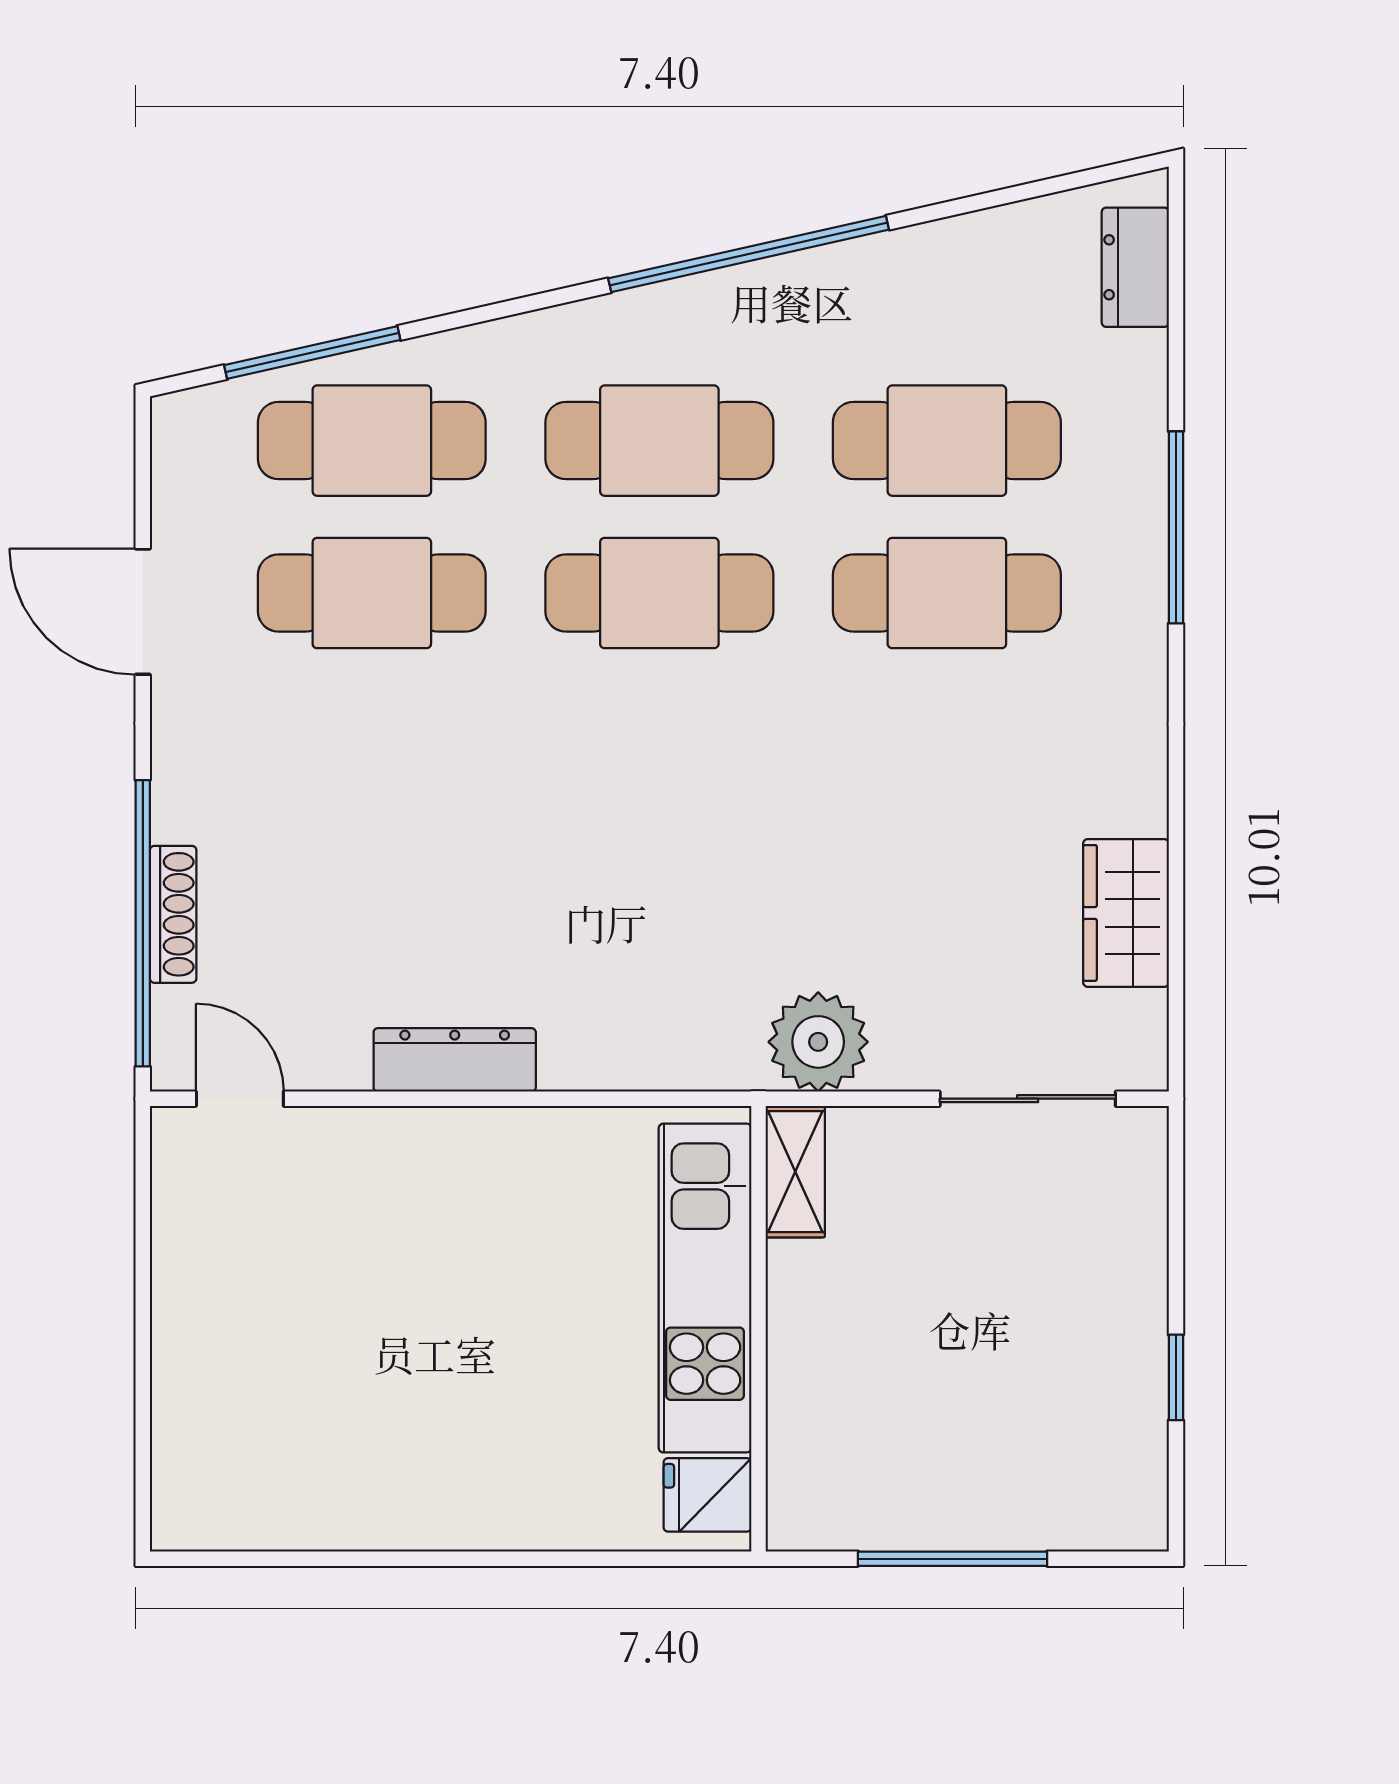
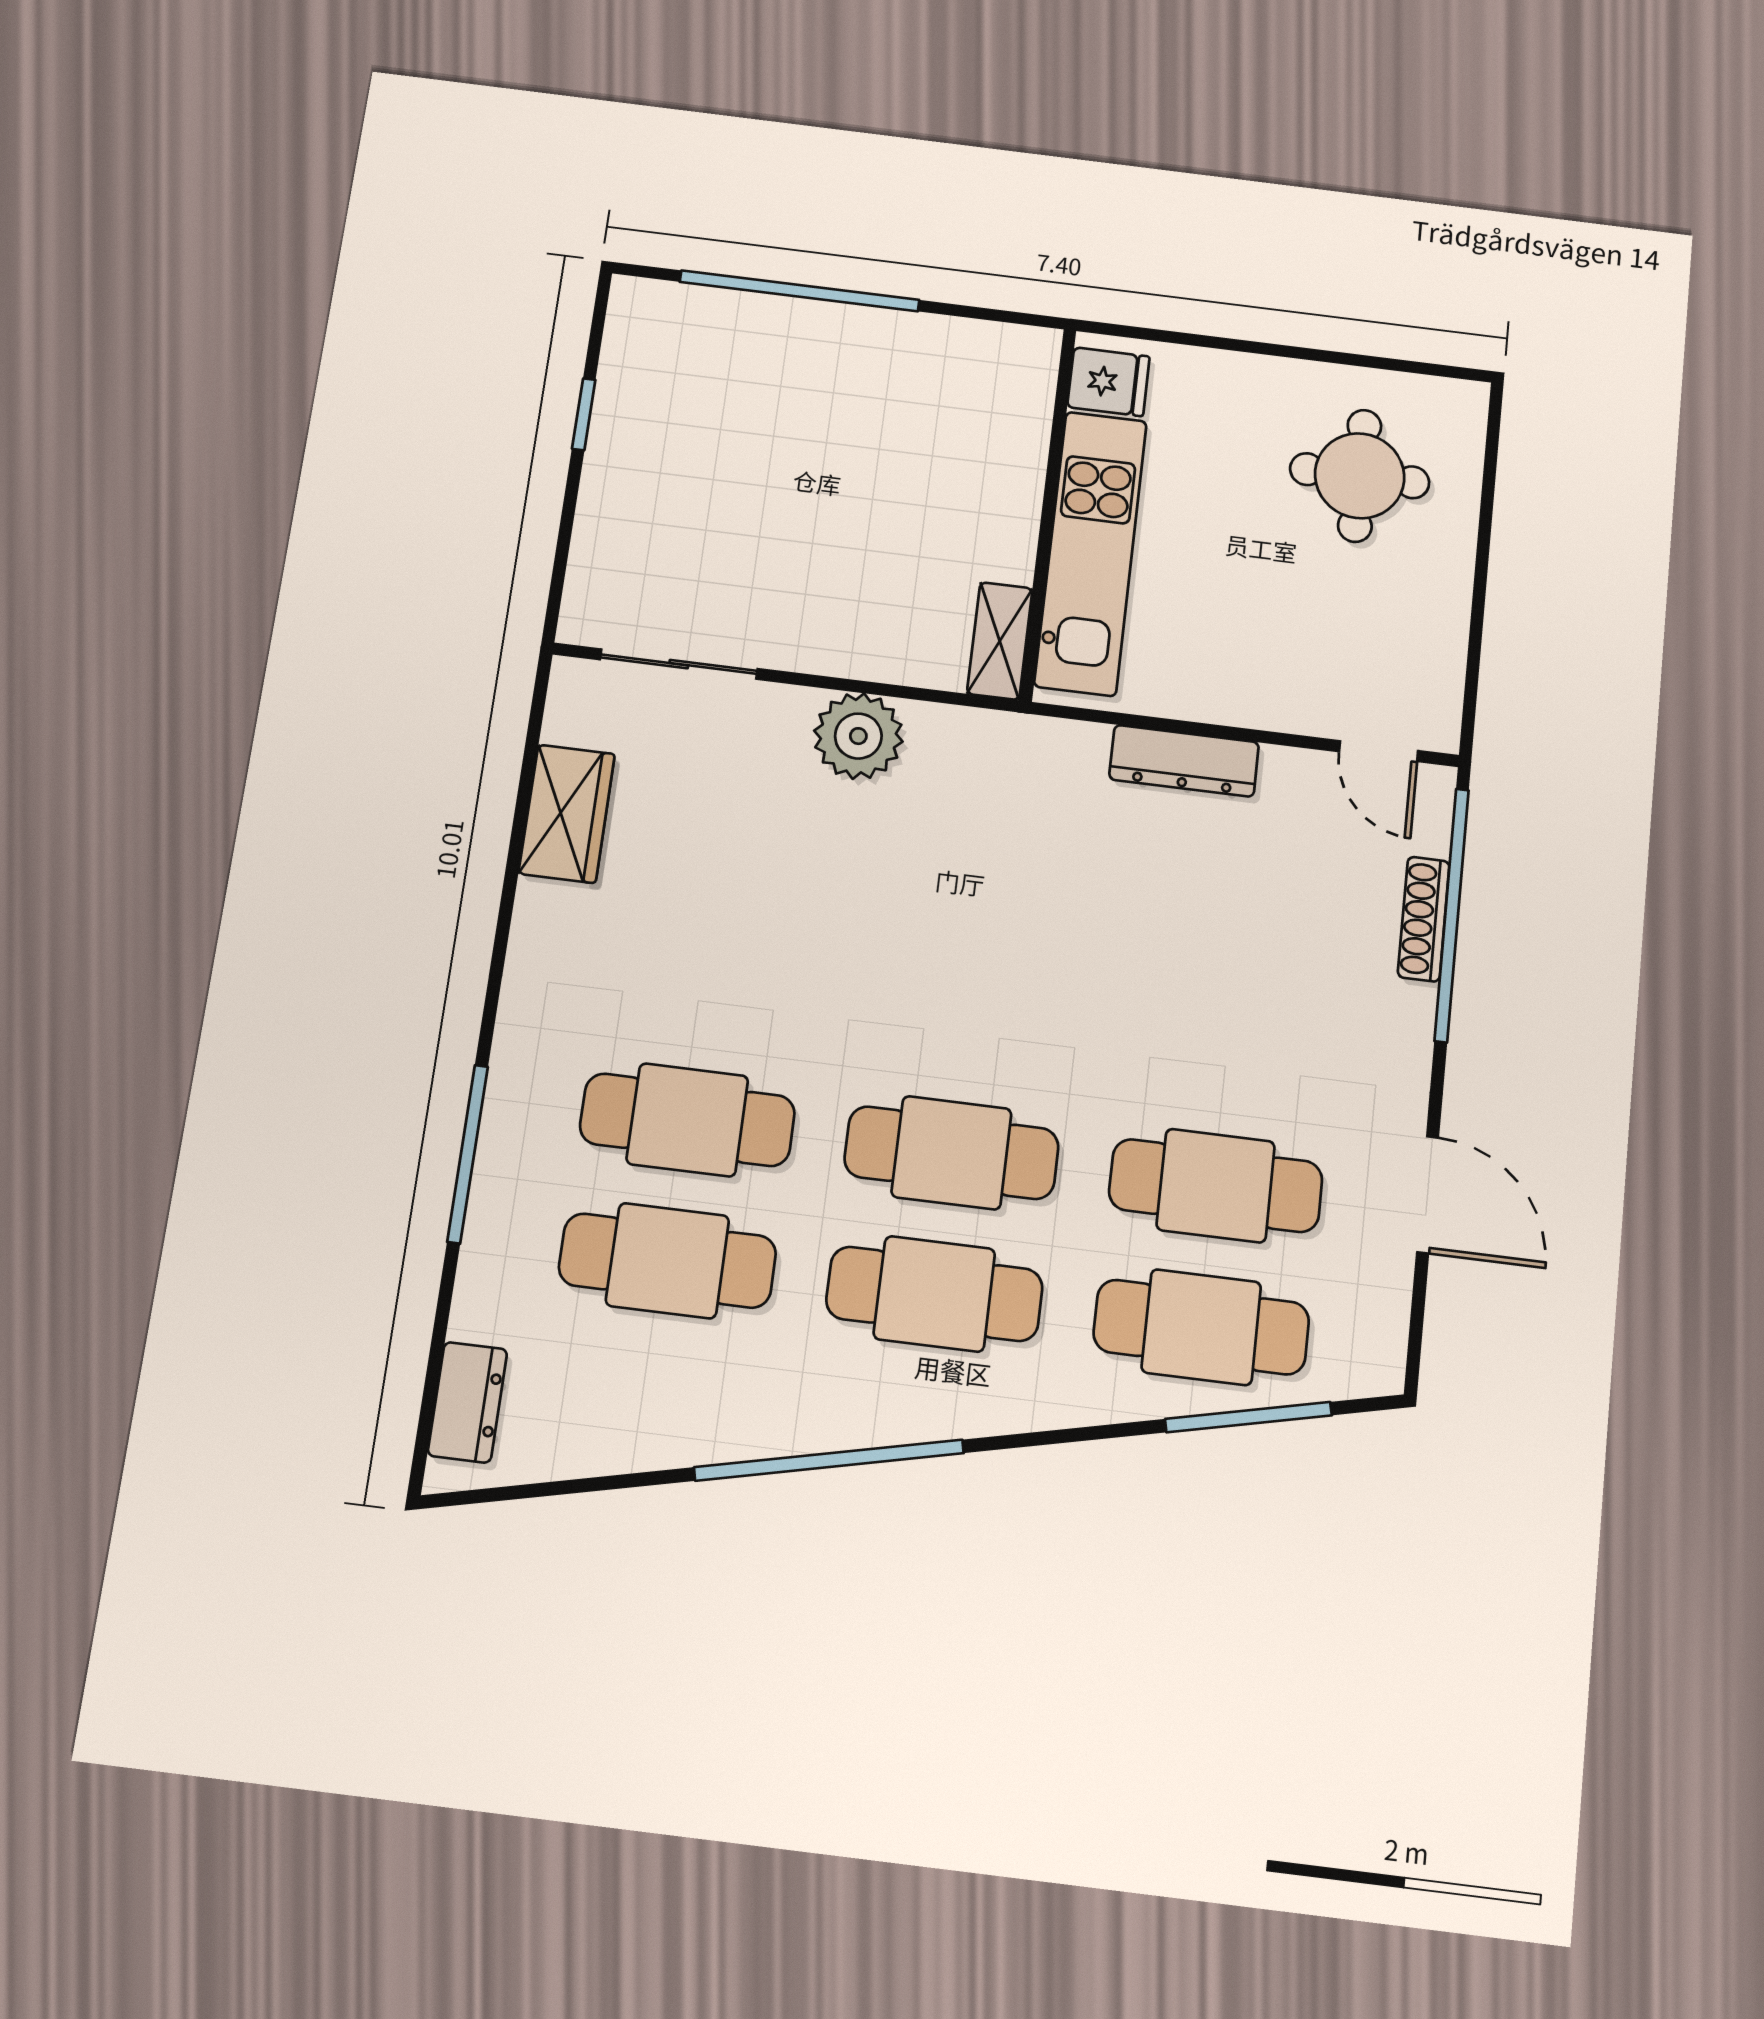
shelving: (795, 1172) -> (1000, 641), moved
kitchen unit: (705, 1288) -> (1091, 553), moved
wall: (758, 1329) -> (1048, 513), moved
round table: (290, 1419) -> (1360, 476), added
fridge: (707, 1495) -> (1108, 382), moved
window: (953, 1559) -> (800, 291), width x1.46

